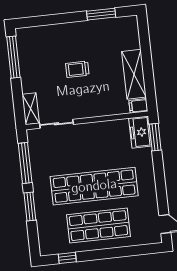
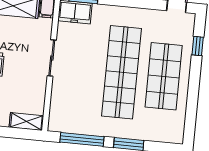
sliding door: (57, 124) -> (52, 58), moved
window: (67, 258) -> (198, 46), moved

